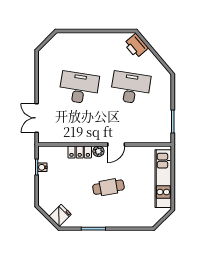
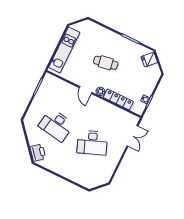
desk: (79, 88) -> (92, 143), turned -30
door: (116, 145) -> (86, 90), swing flipped
locker: (80, 152) -> (118, 99), width x1.53

